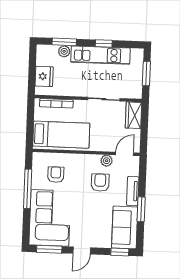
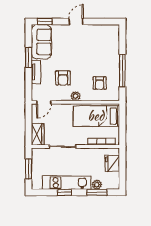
plant: (107, 161) -> (76, 96), moved
corner sofa: (50, 218) -> (103, 47), removed
window: (49, 249) -> (103, 22), removed

